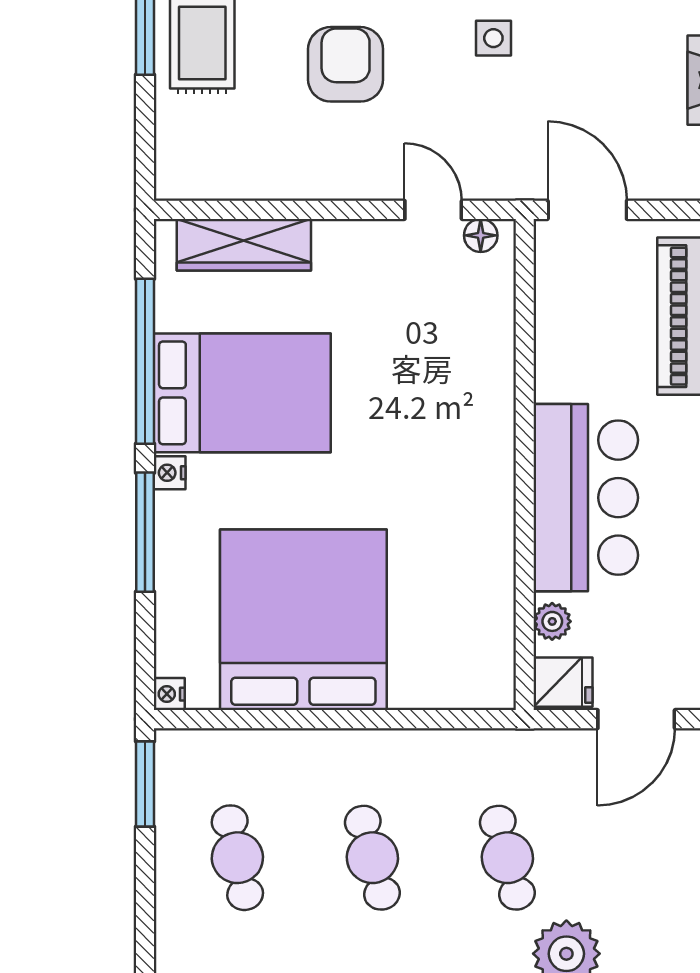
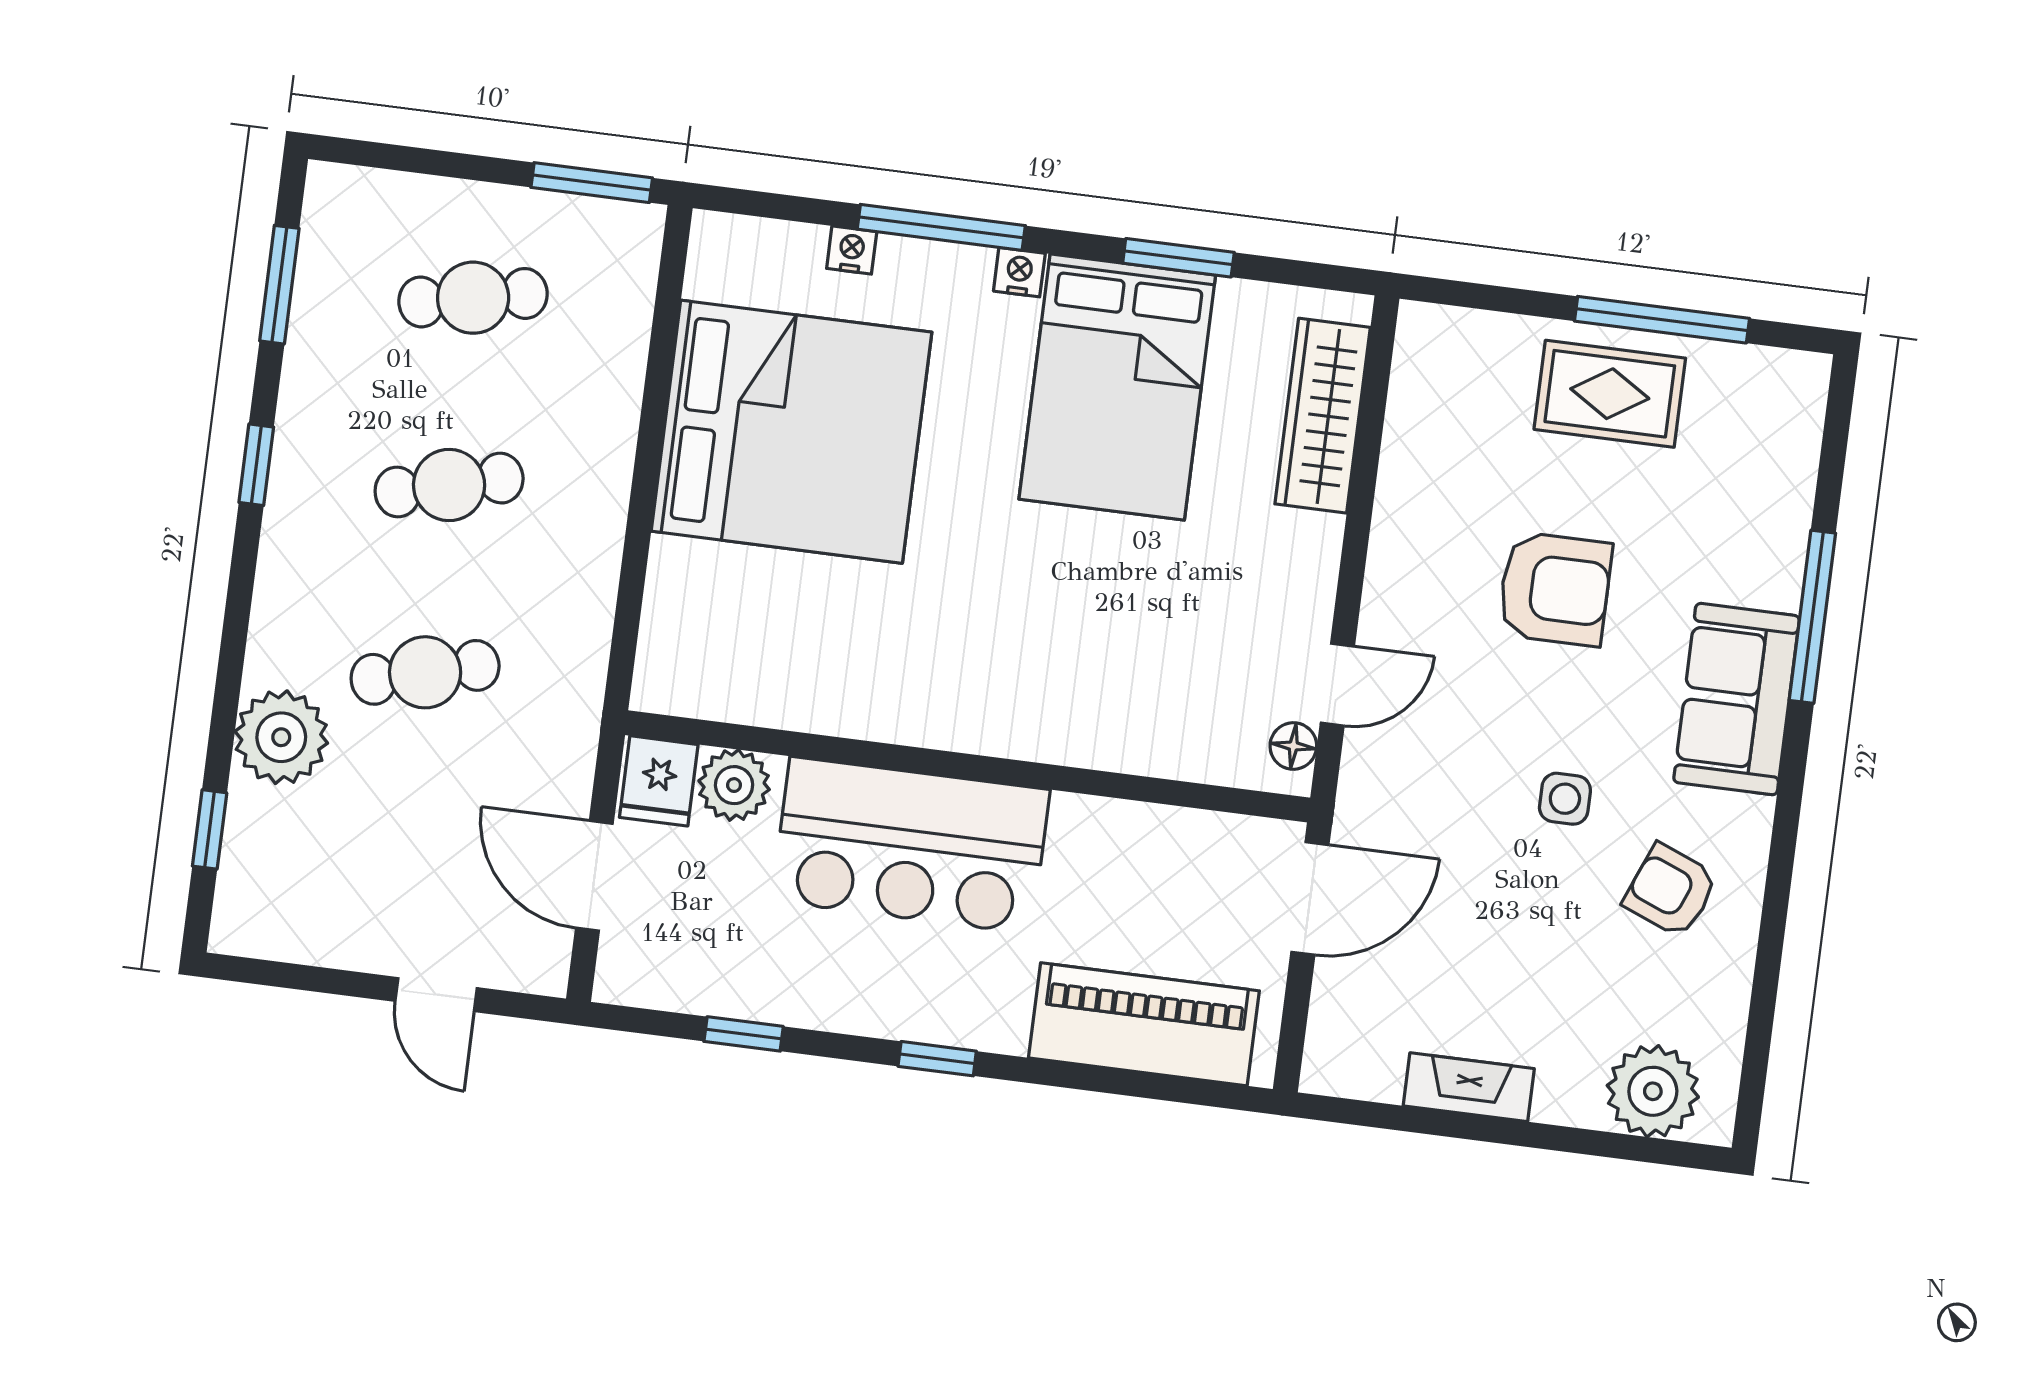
window: (145, 361) -> (1178, 258), width x0.47
plant: (552, 621) -> (734, 785), width x1.38, depth x1.38
nightstand: (169, 694) -> (852, 250), moved

